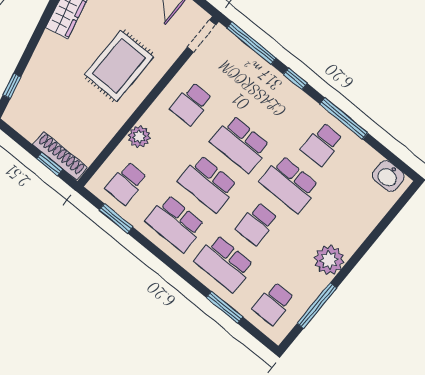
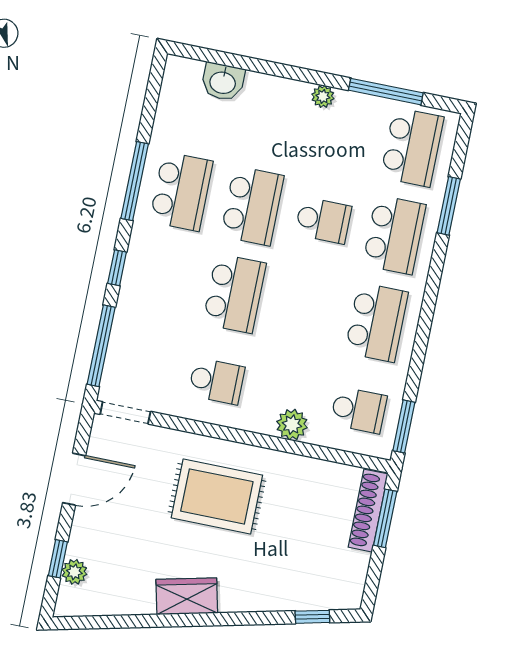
school desk: (322, 144) -> (181, 191), width x1.85
window: (50, 164) -> (385, 518), width x1.50
washbasin: (388, 176) -> (223, 82), moved, turned 90
school desk: (208, 184) -> (305, 308), removed
window: (116, 219) -> (404, 426), moved
plant: (329, 260) -> (323, 96), width x0.53, depth x0.53
school desk: (273, 304) -> (412, 147), width x1.85

